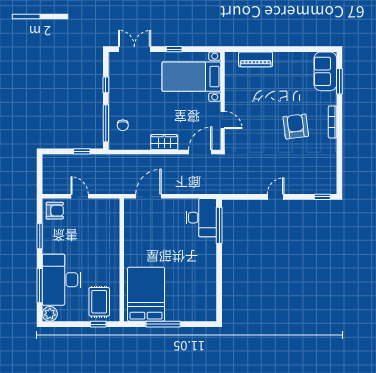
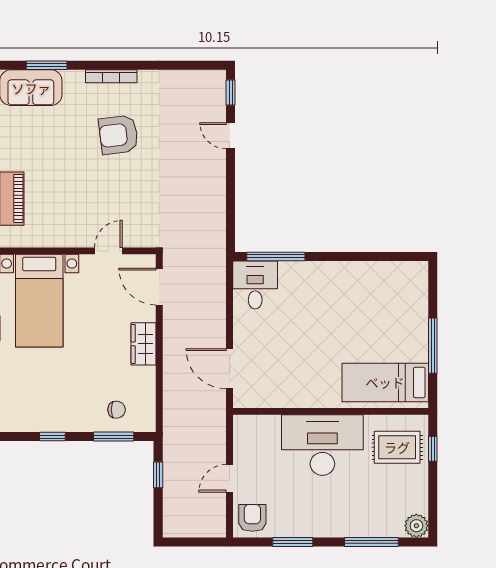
window: (106, 123) -> (114, 437), width x0.69
door: (276, 197) -> (231, 136), moved
desk: (201, 218) -> (255, 285), width x0.73
desk: (61, 280) -> (322, 445), moved, turned 180
bed: (146, 294) -> (385, 382), width x0.67

